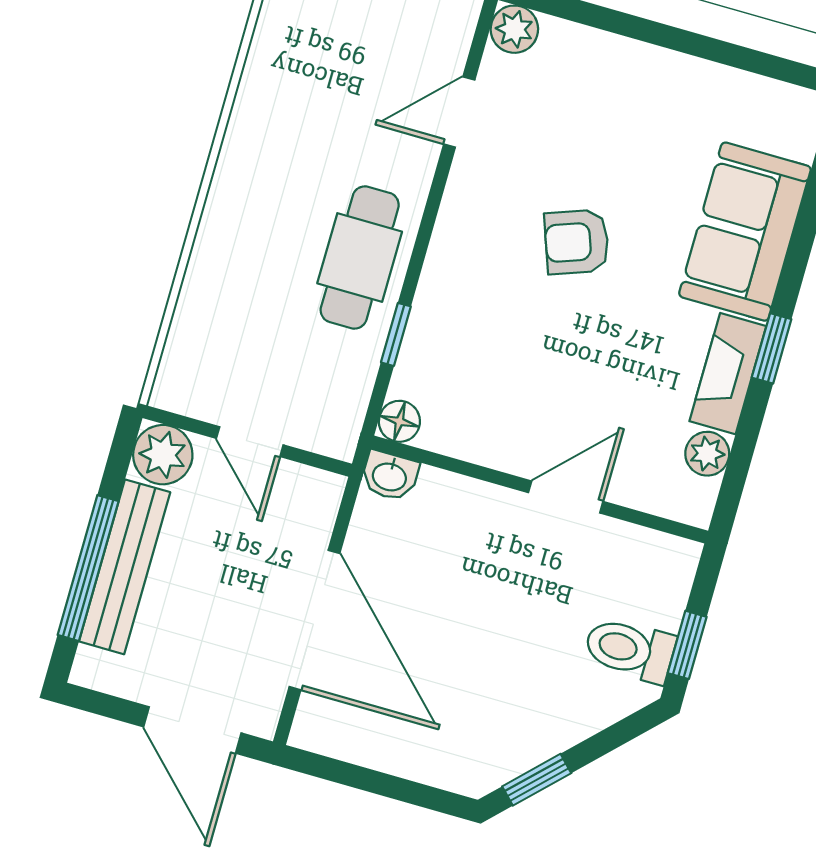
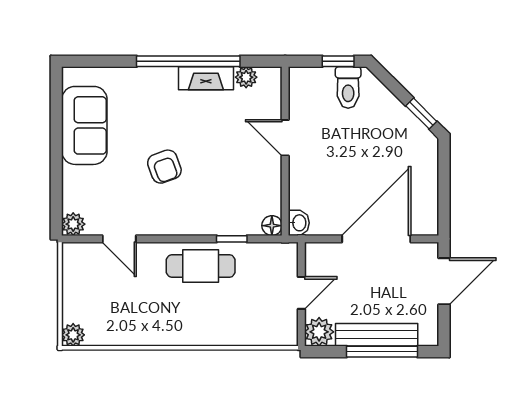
sofa: (745, 232) -> (84, 125), moved, turned -90
window: (772, 348) -> (188, 61), width x3.17

